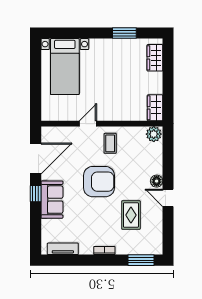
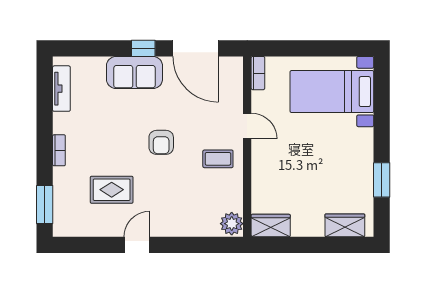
bookcase: (52, 116) -> (258, 73), added
floor lamp: (157, 181) -> (162, 228), removed
armchair: (99, 182) -> (161, 142), width x0.53, depth x0.53

